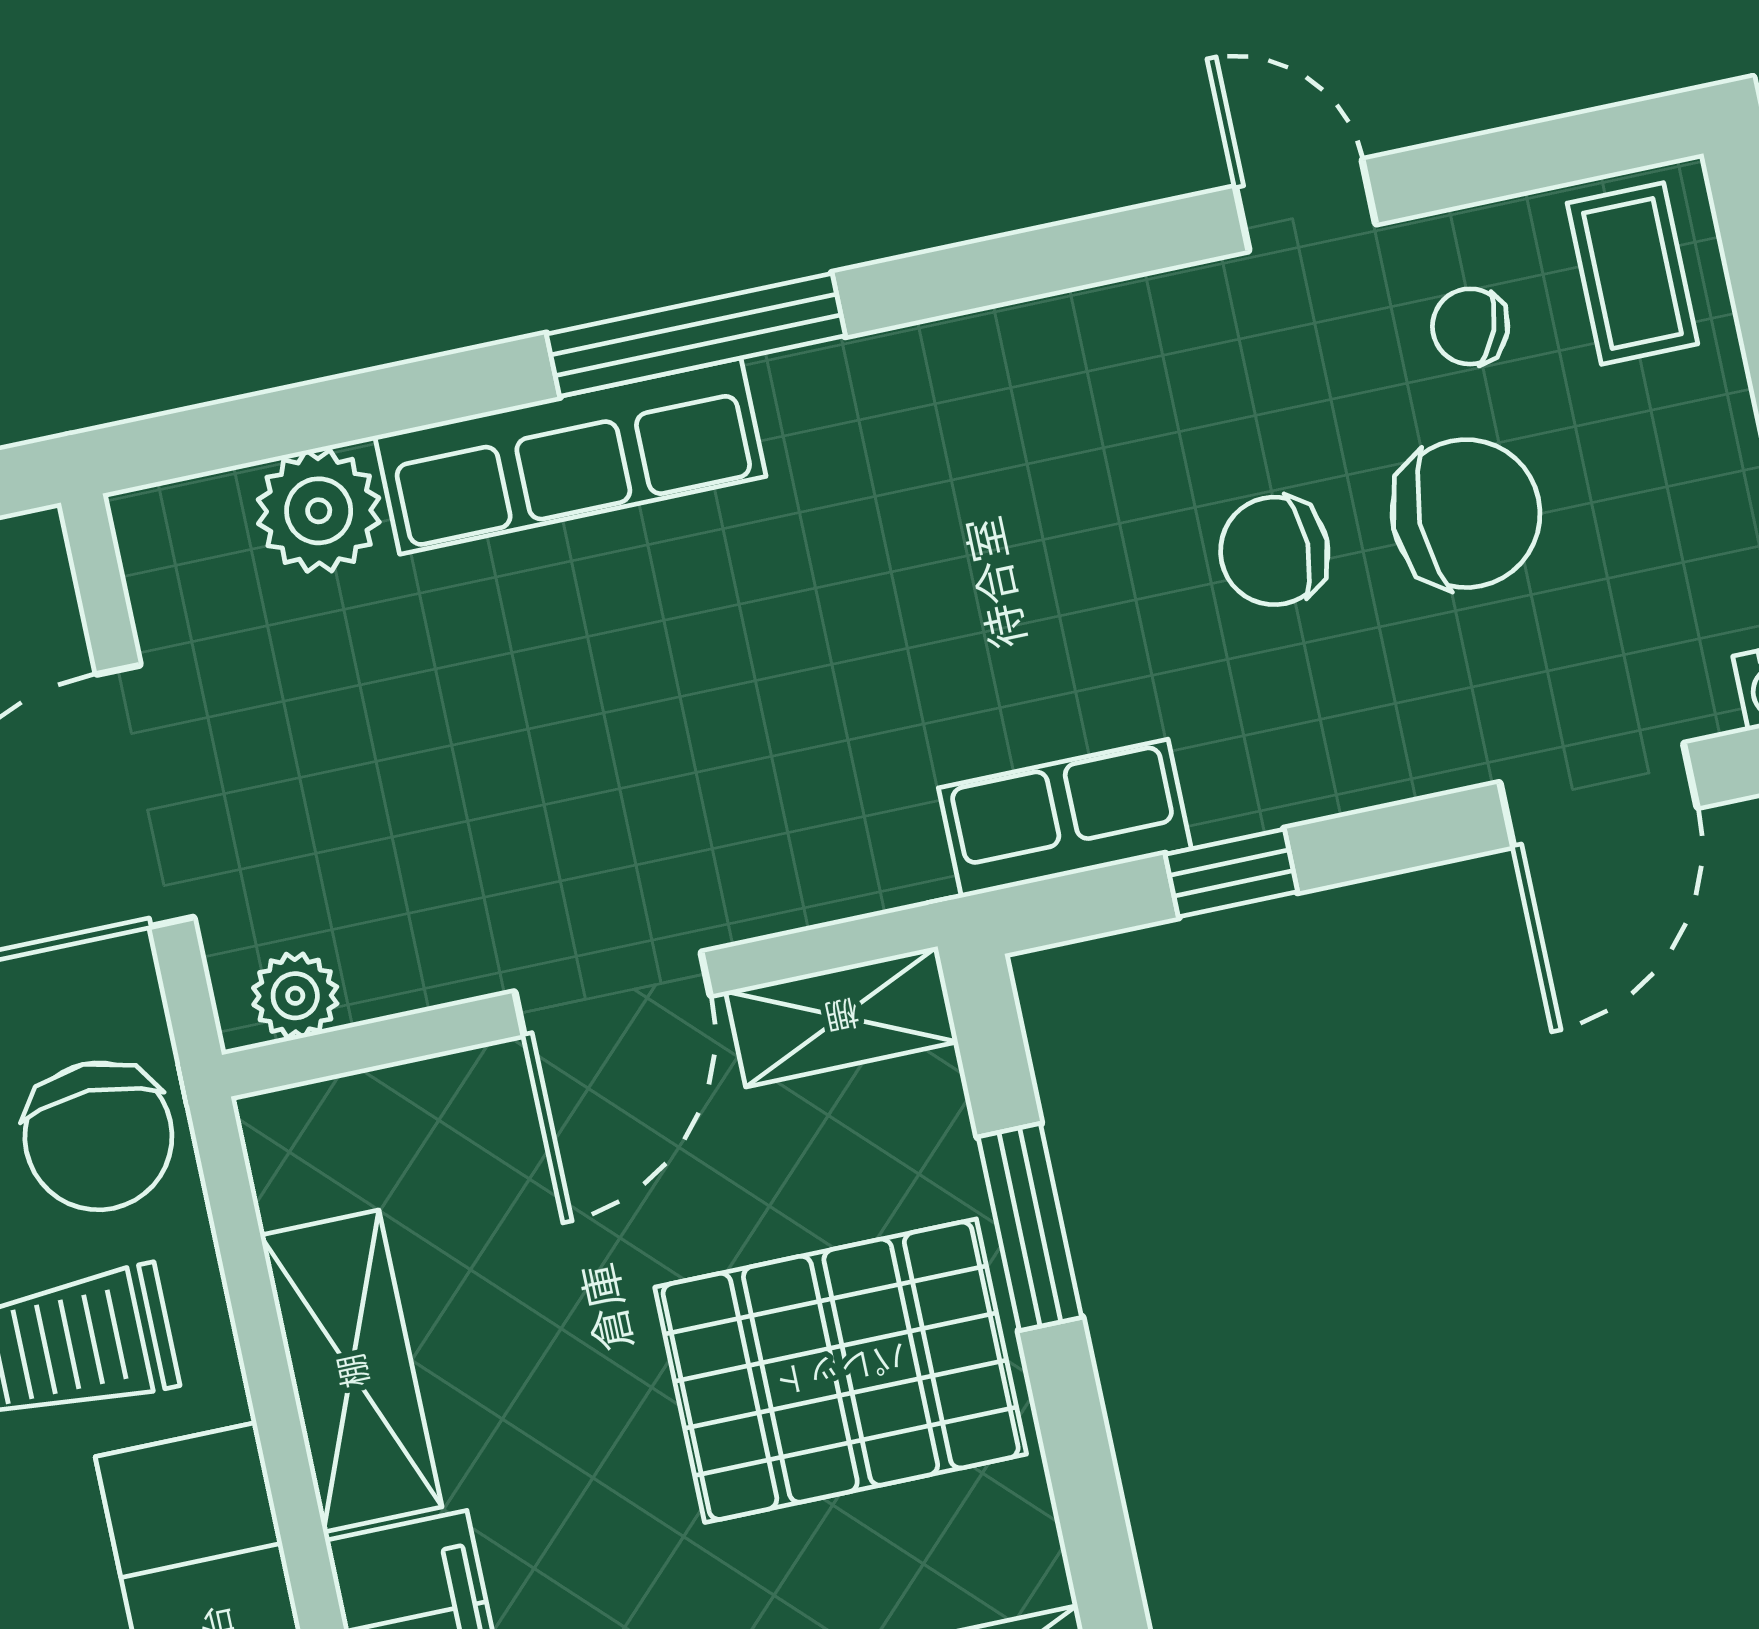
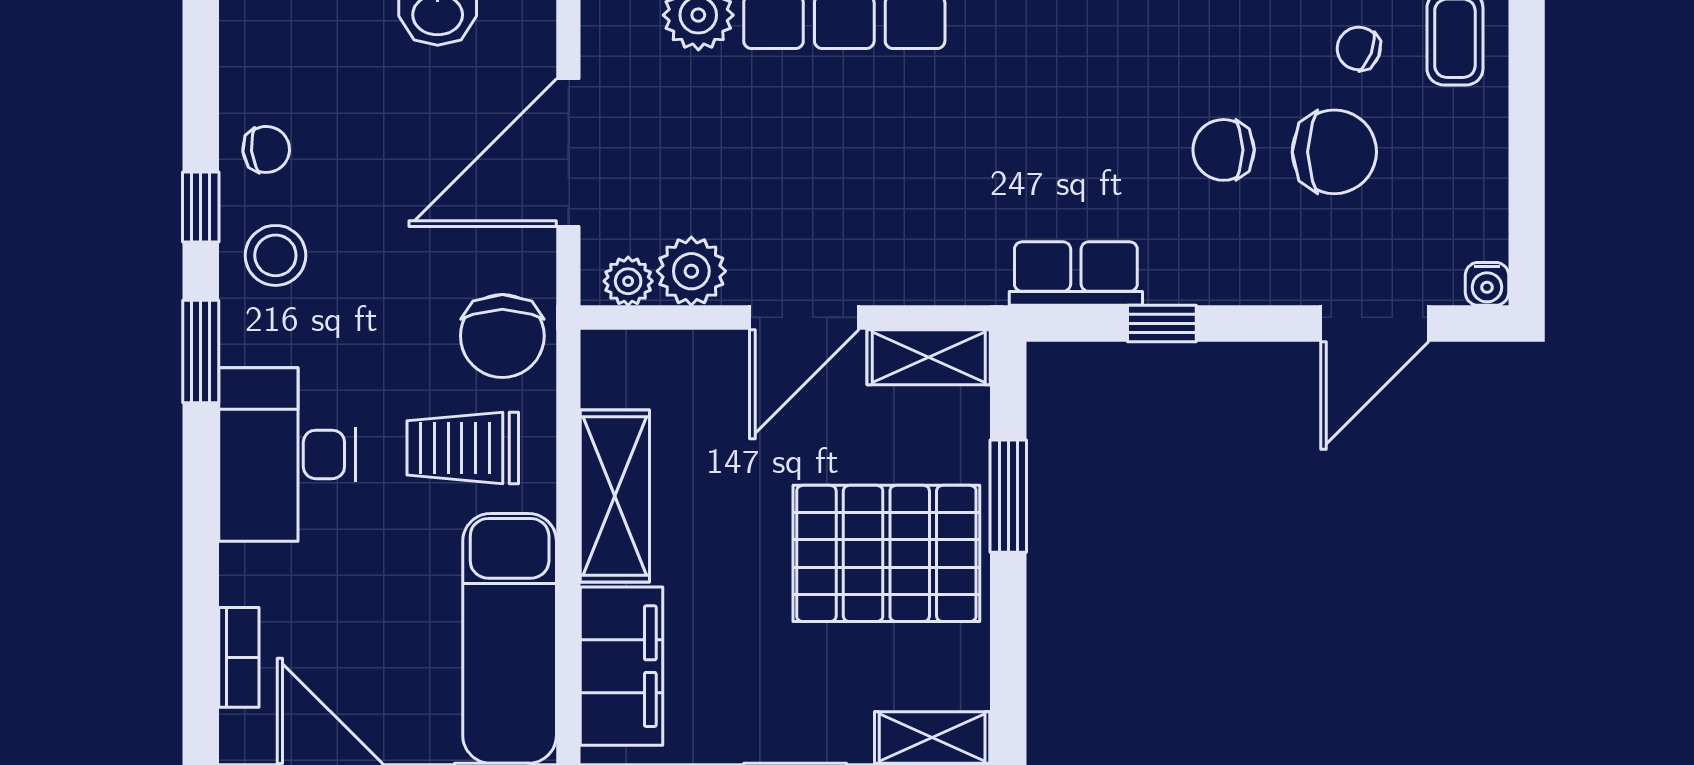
plant: (401, 955) -> (691, 271), added

